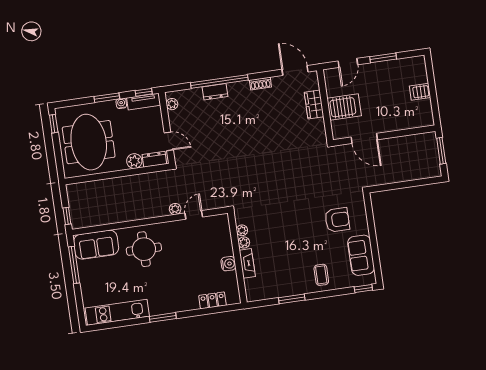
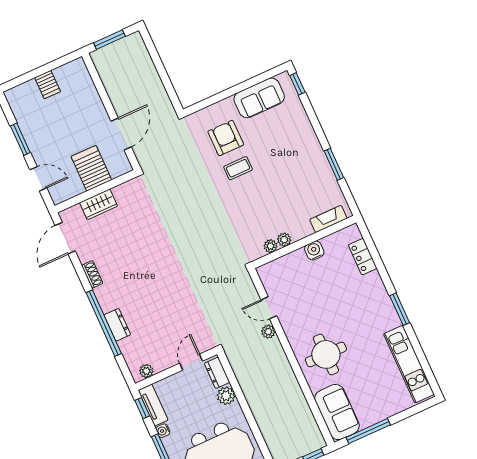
fireplace: (247, 263) -> (328, 219), moved
coffee table: (321, 275) -> (238, 168), moved

